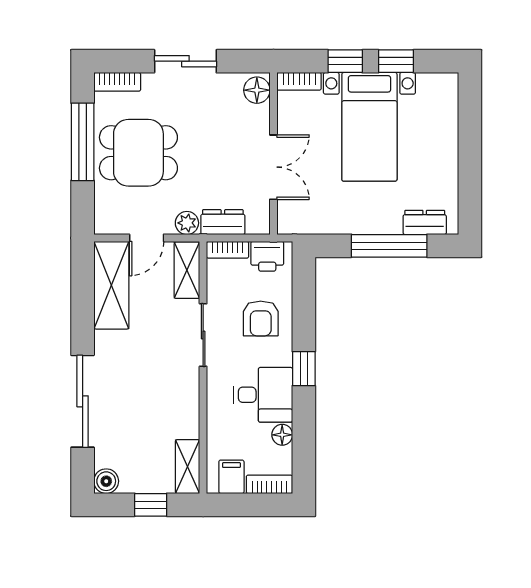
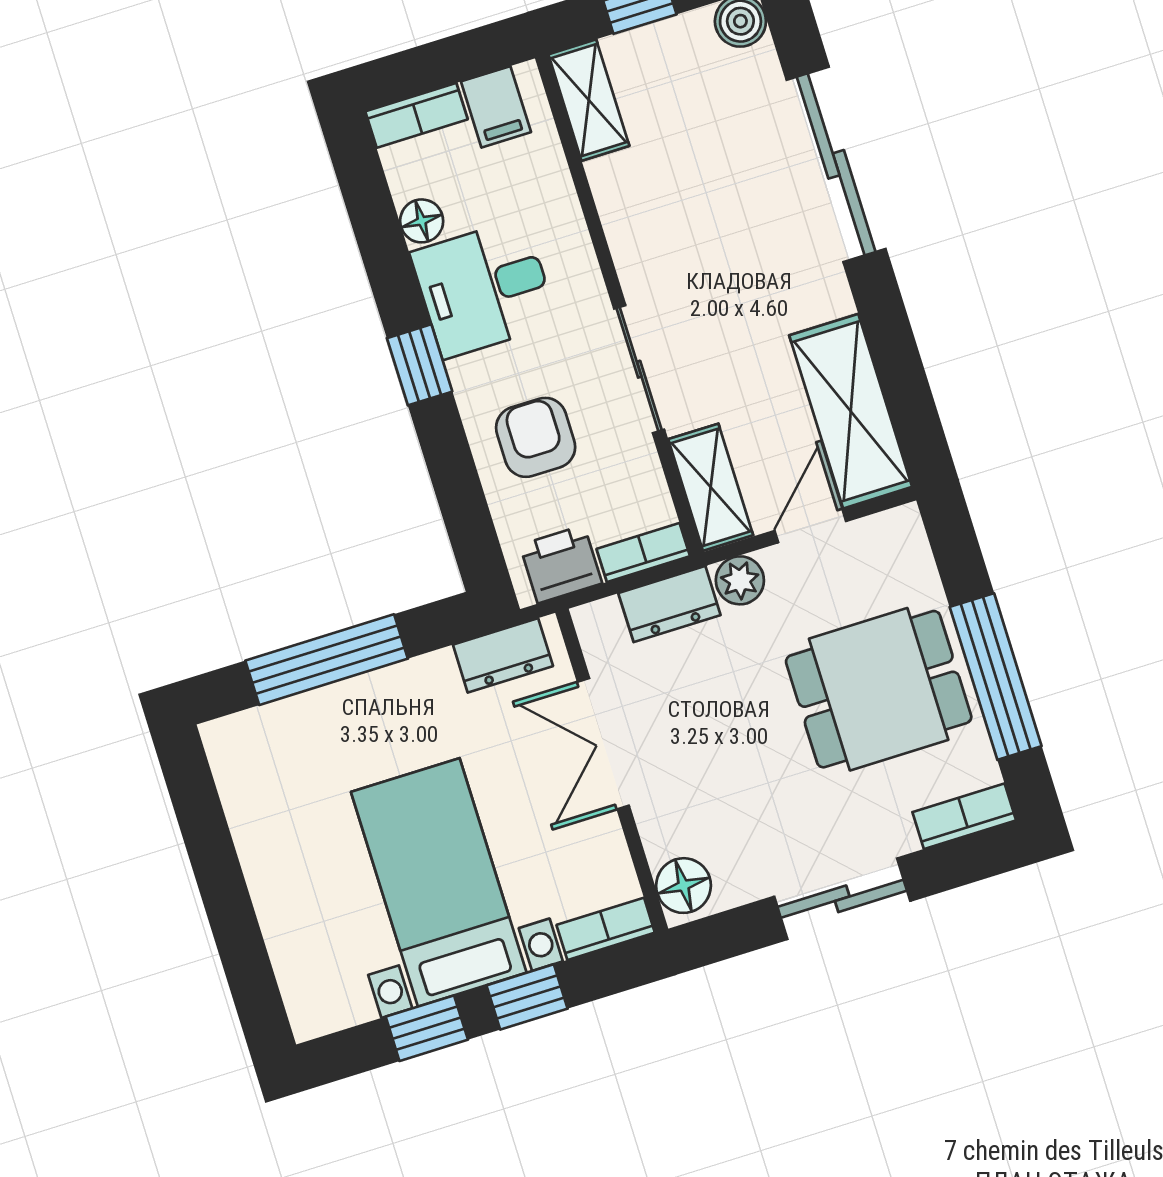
dresser: (425, 222) -> (503, 655), moved

